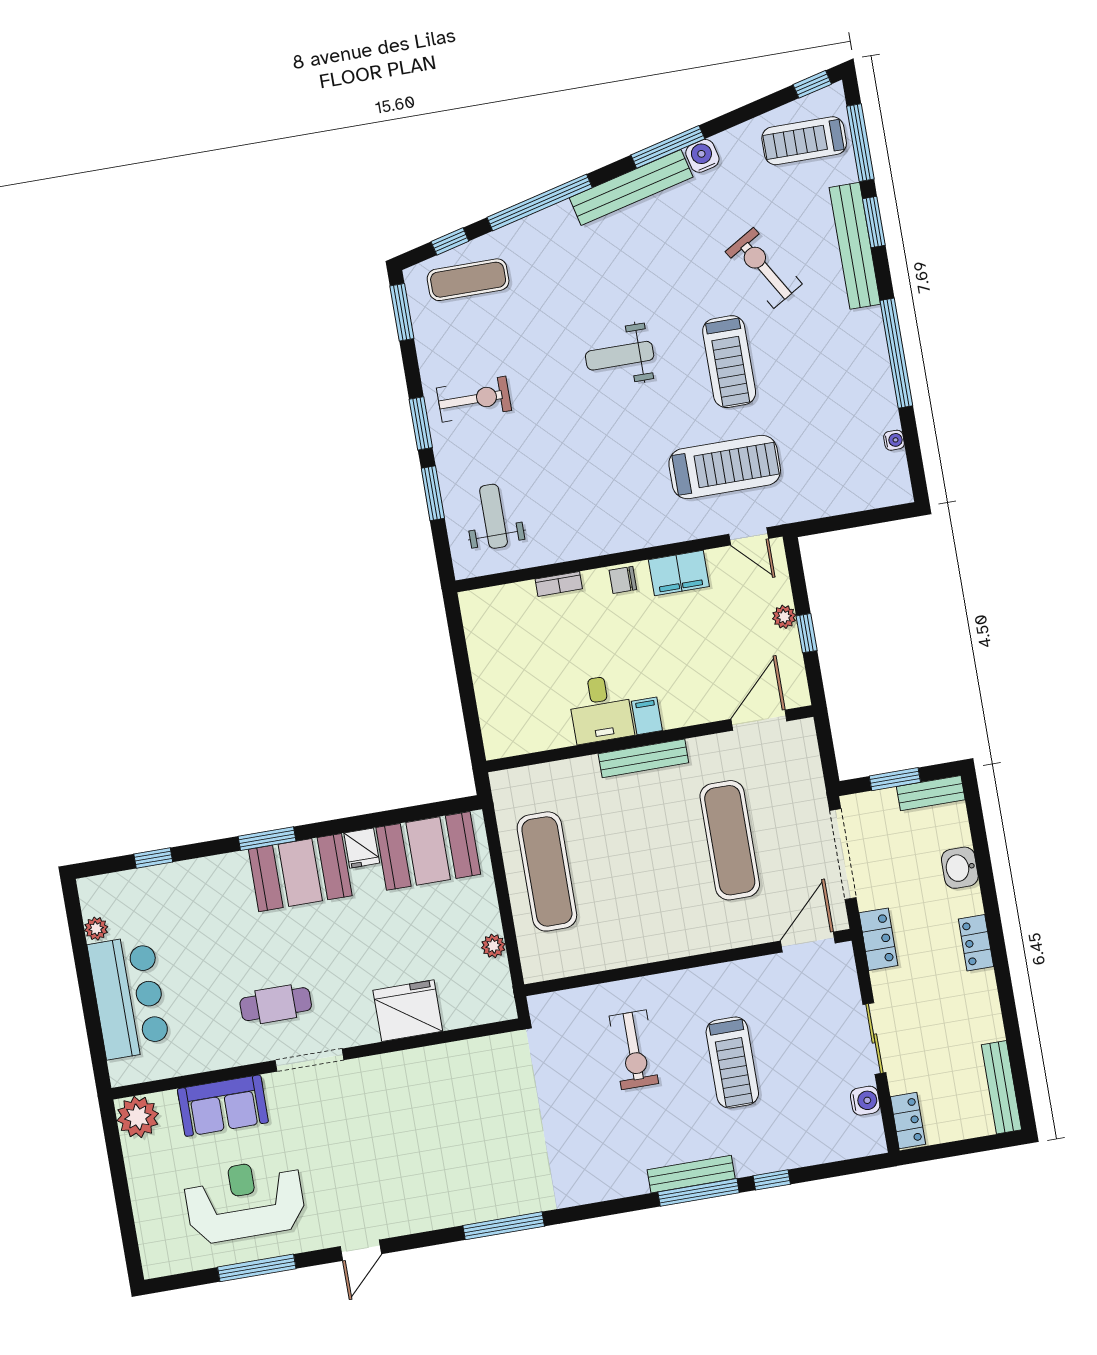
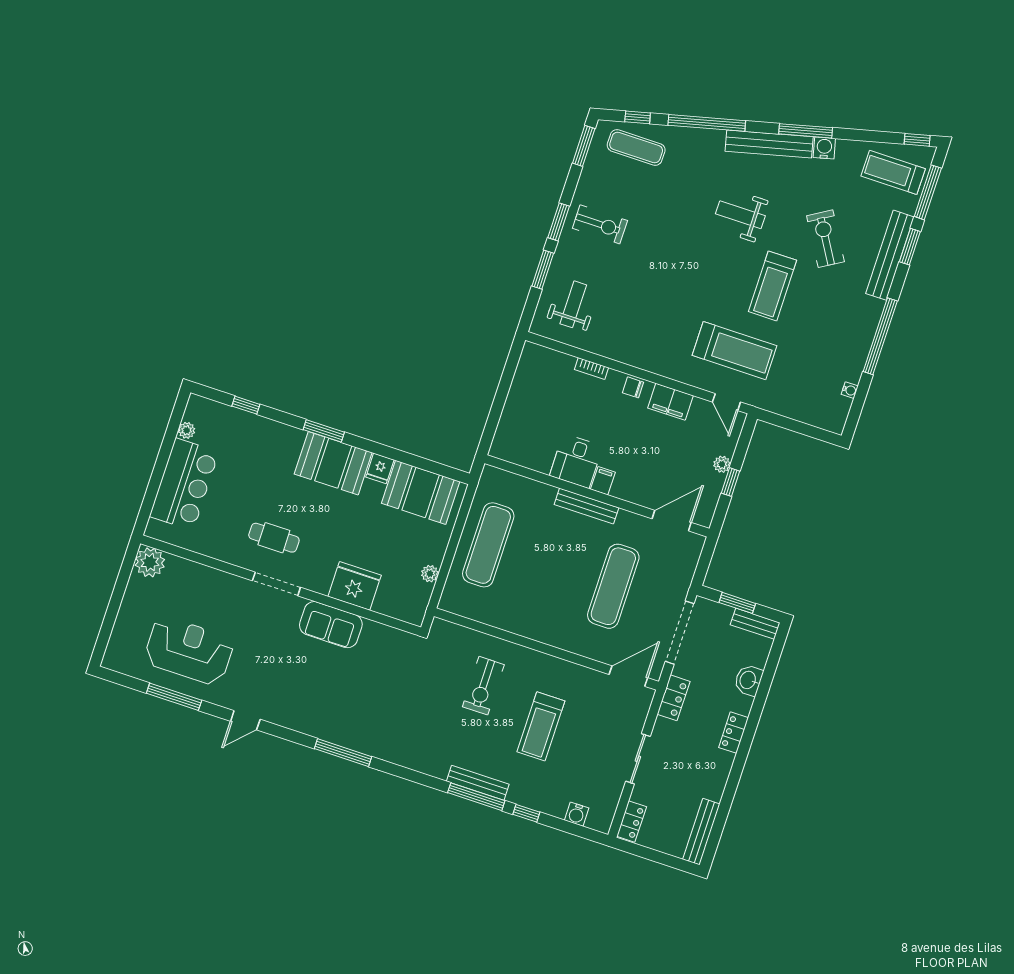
weight bench: (620, 356) -> (740, 215), moved
water cooler: (865, 1101) -> (577, 814), moved, turned 90
sofa: (223, 1106) -> (331, 625), moved

